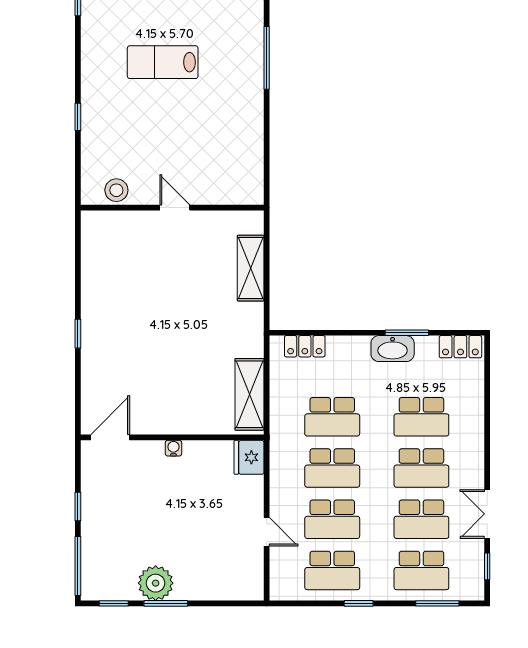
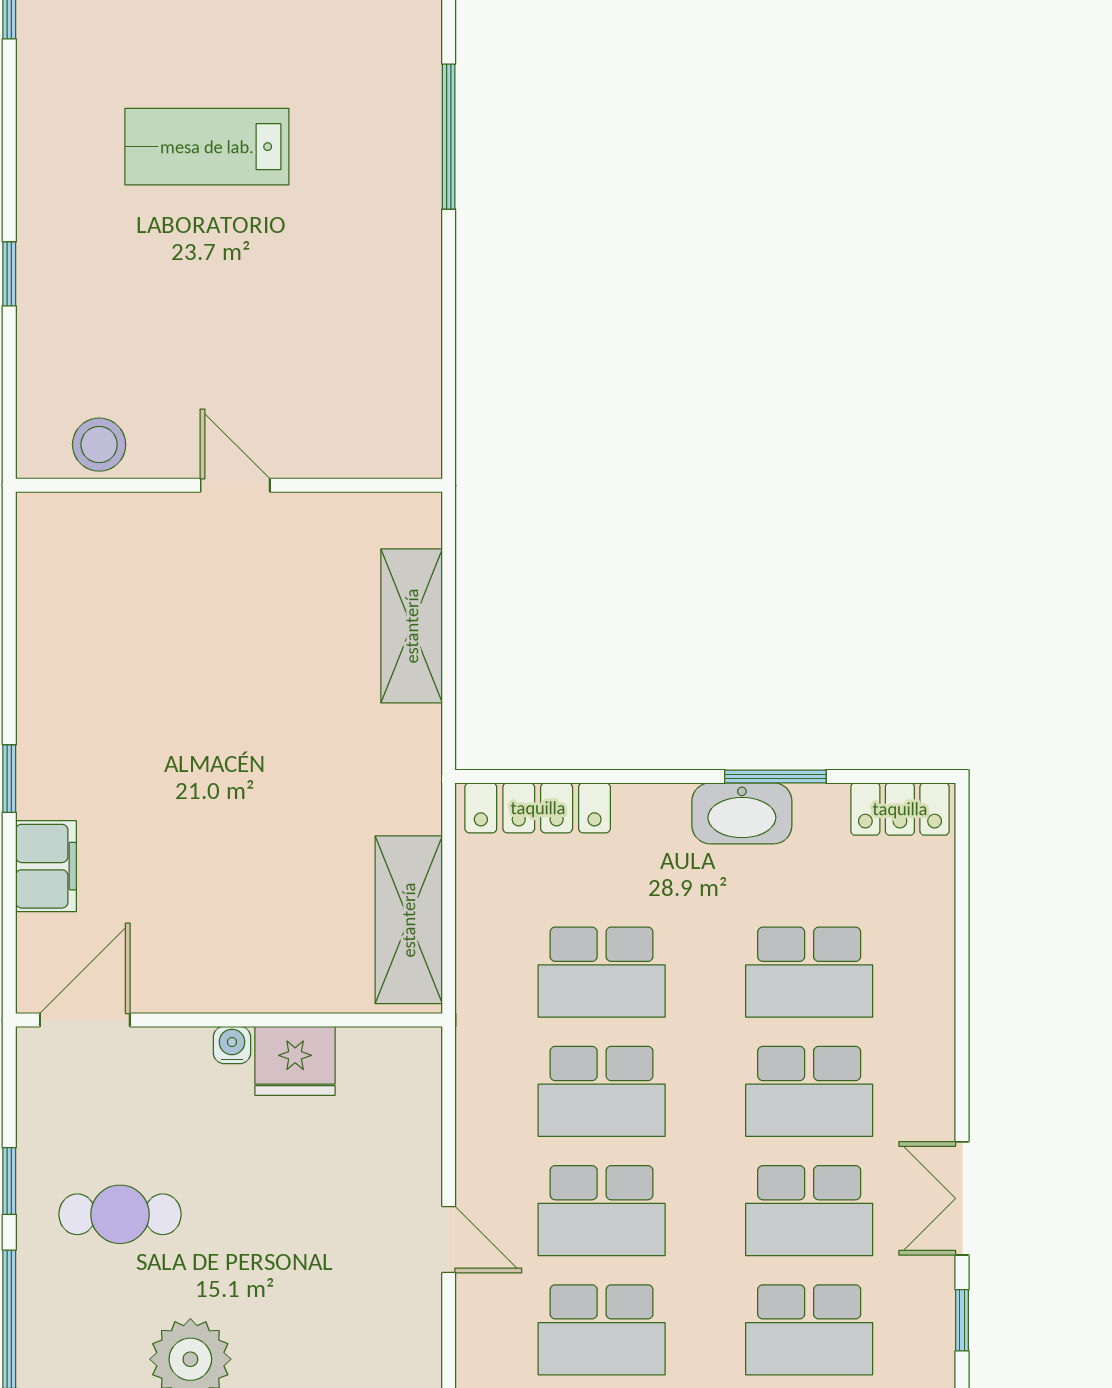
locker: (305, 346) -> (538, 808), width x1.53
filing cabinet: (94, 371) -> (46, 866), added
fridge: (249, 457) -> (295, 1061), moved, turned -90
cafe table: (125, 521) -> (120, 1214), added

